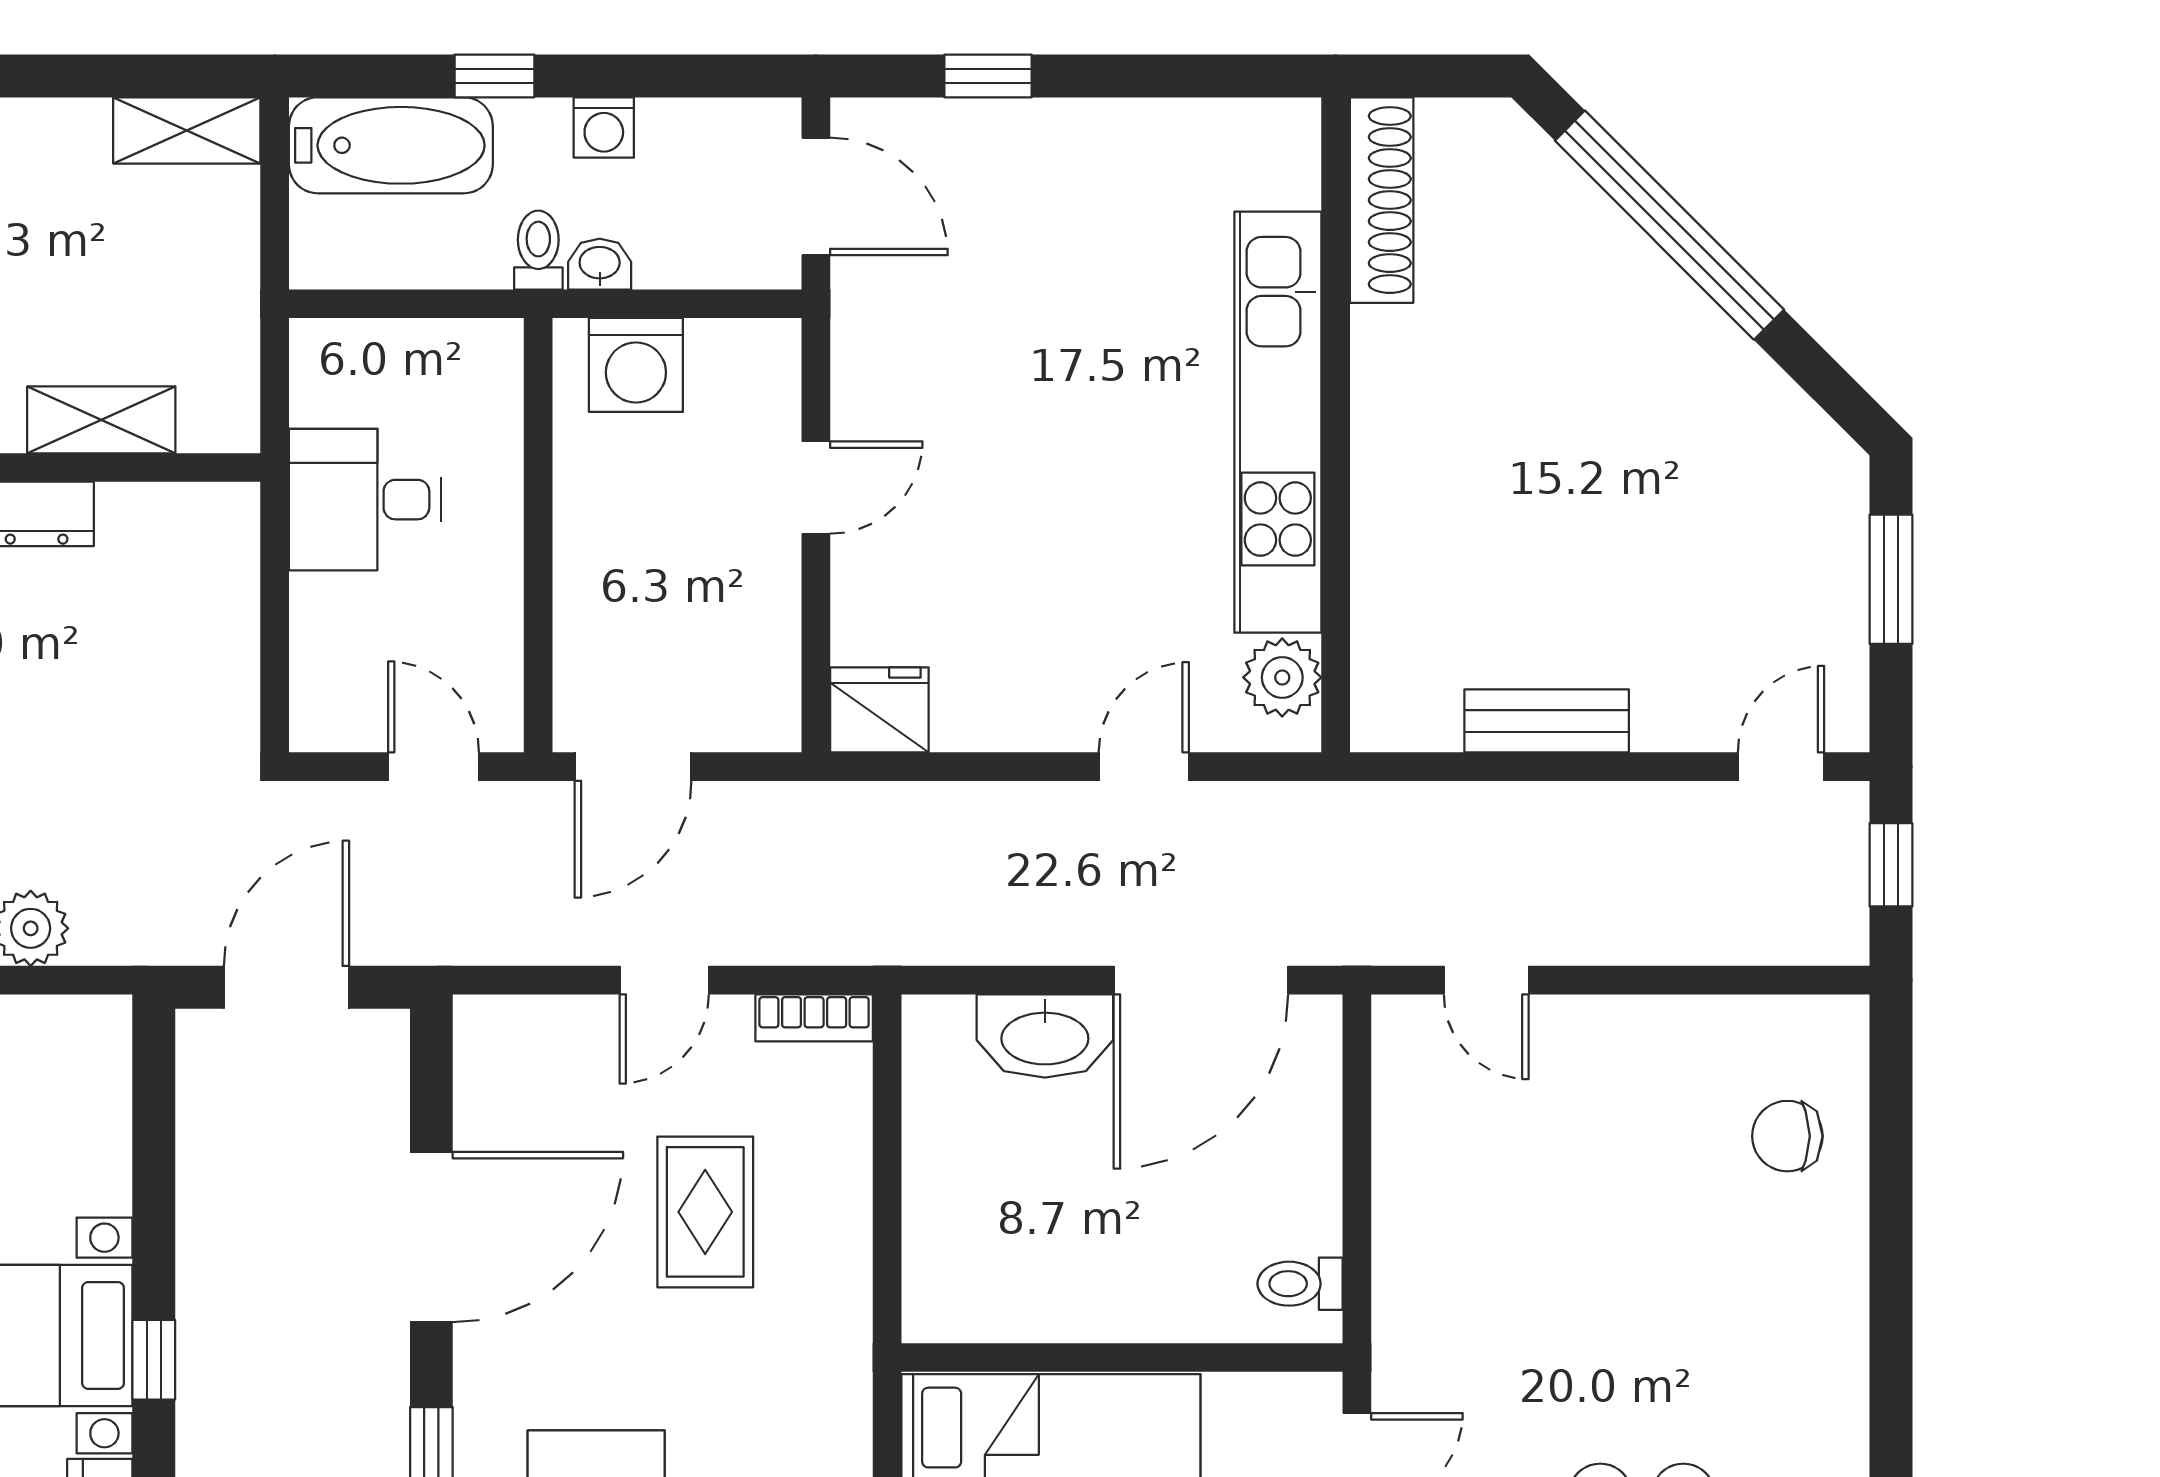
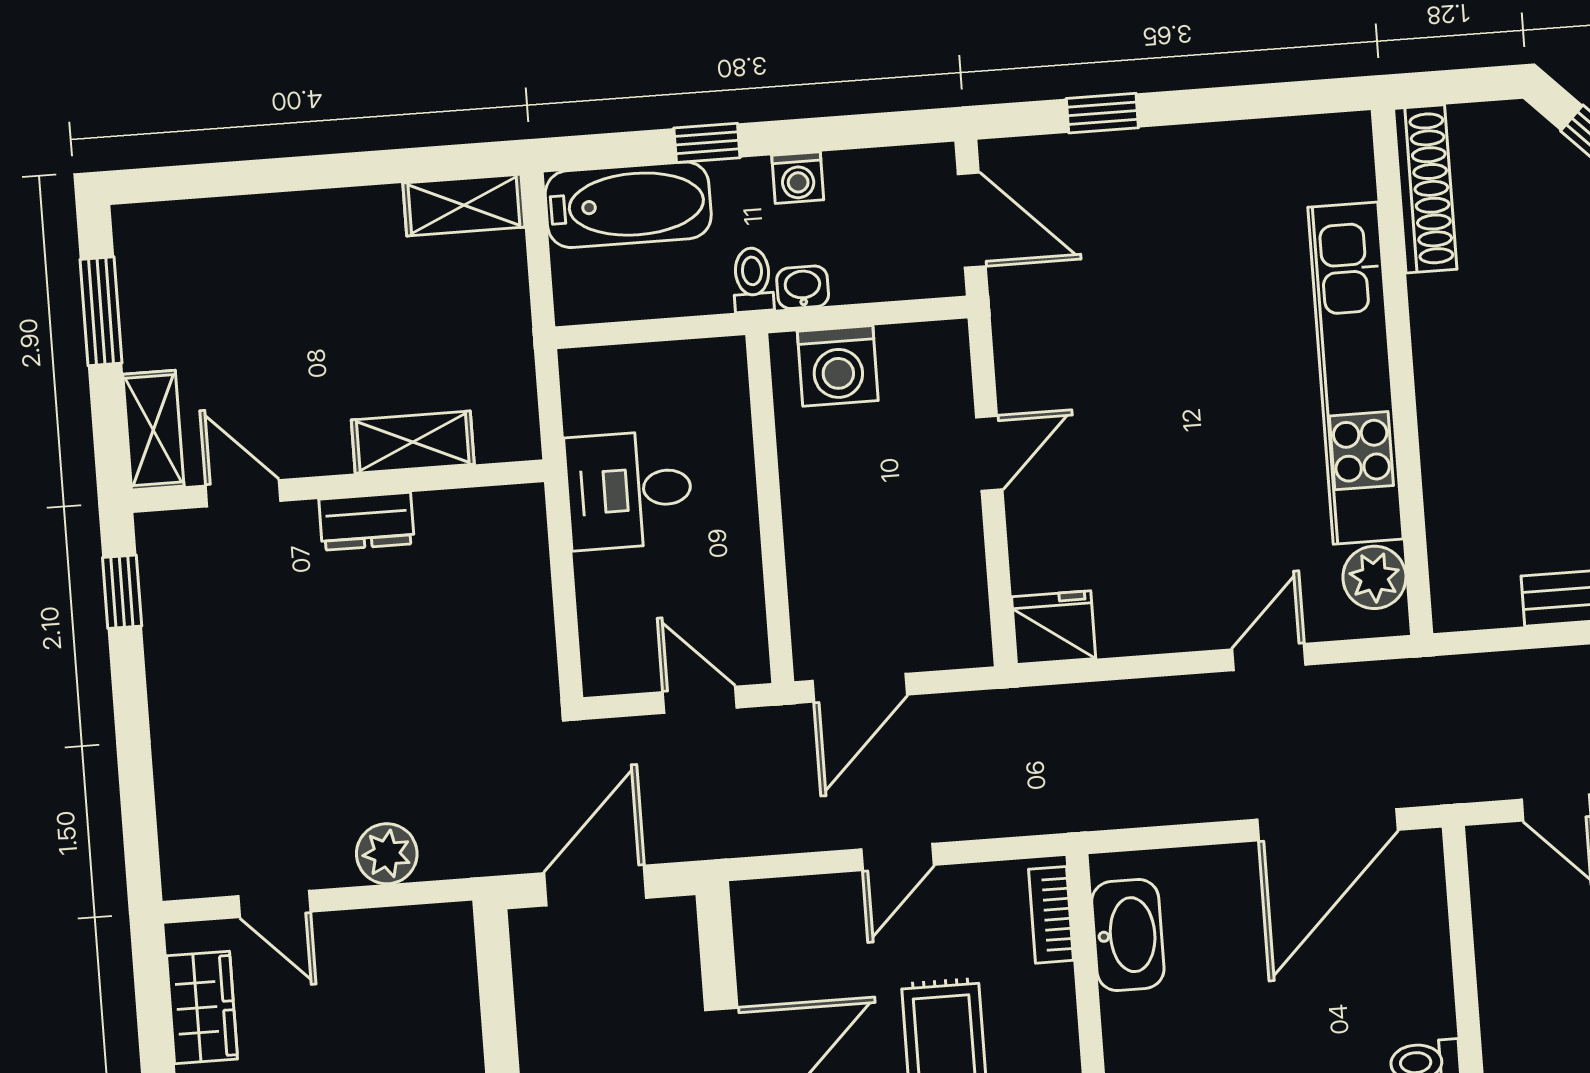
bookcase: (814, 1018) -> (1051, 915), moved, turned 90
washbasin: (1045, 1036) -> (1128, 935), moved, turned -90

